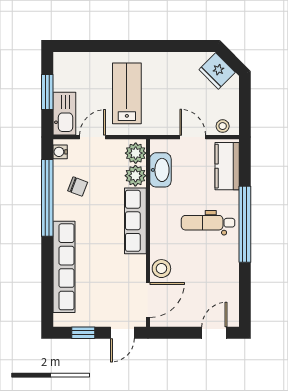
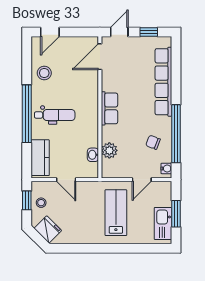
lab bench: (127, 93) -> (116, 213), turned 180
window: (245, 110) -> (27, 200), added
kitchen sink: (64, 114) -> (163, 223), moved
stool: (223, 126) -> (41, 203), moved
plant: (136, 153) -> (109, 167), removed
washbasin: (160, 170) -> (93, 155), width x0.52, depth x0.69
row of seats: (135, 221) -> (109, 108), width x0.68
stool: (161, 269) -> (44, 73), moved

